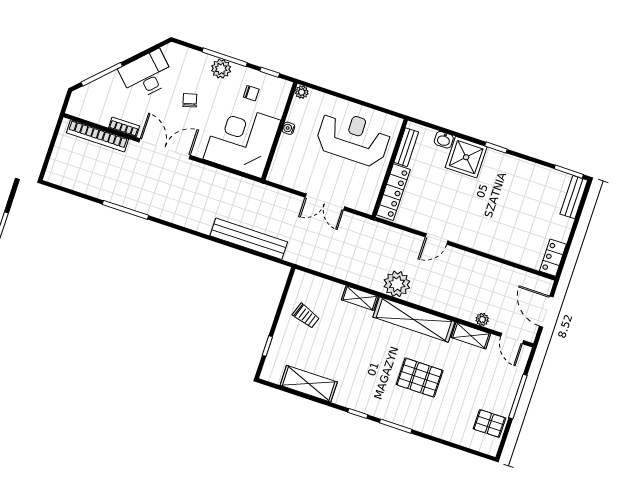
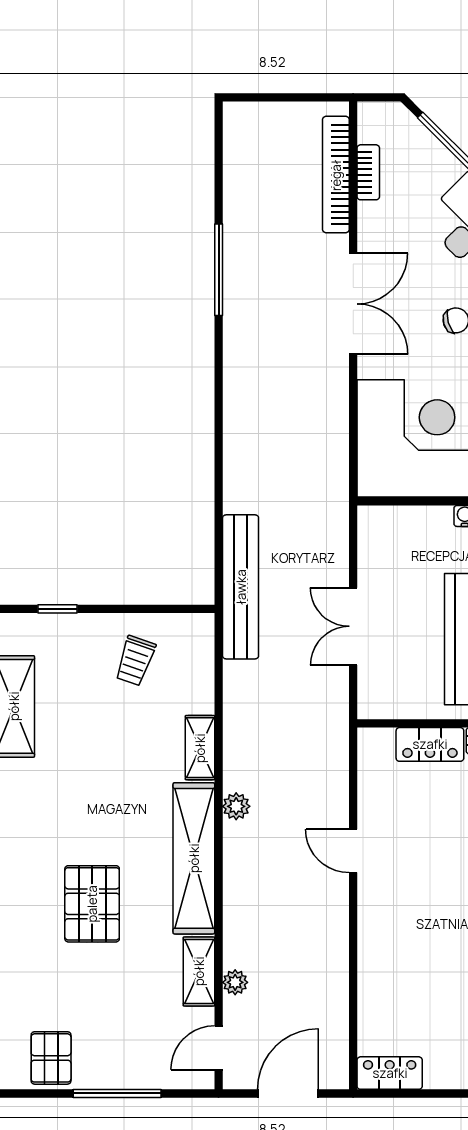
bookcase: (124, 127) -> (368, 172), moved
locker: (393, 192) -> (430, 744), width x0.66
bench: (249, 239) -> (241, 587), moved
plant: (397, 284) -> (236, 806), width x0.53, depth x0.53

